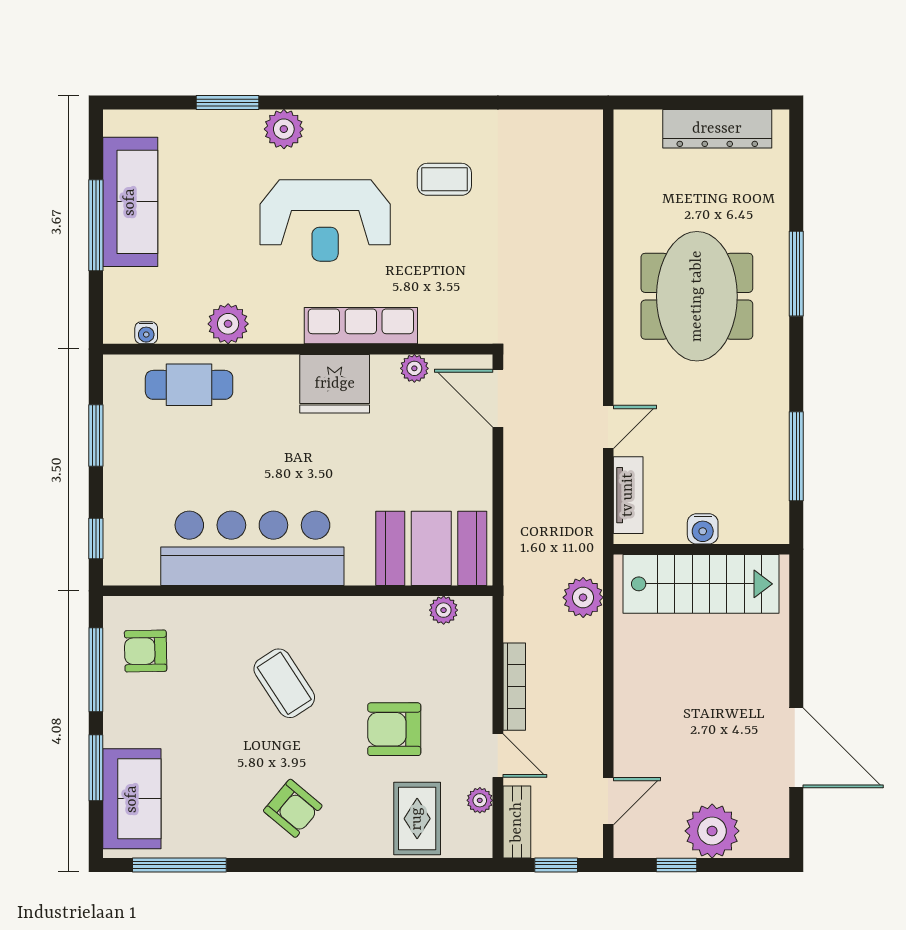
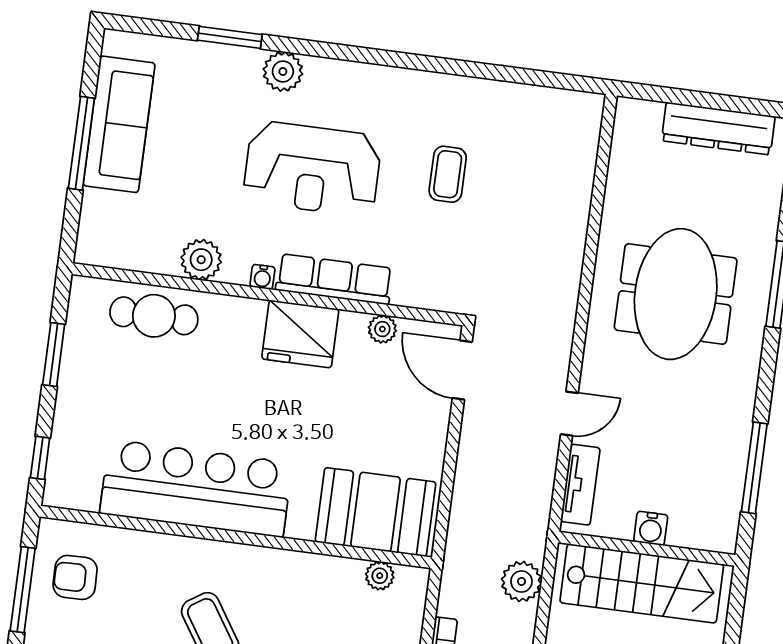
coffee table: (444, 179) -> (448, 174), moved, turned 90
water cooler: (146, 333) -> (262, 277), moved

